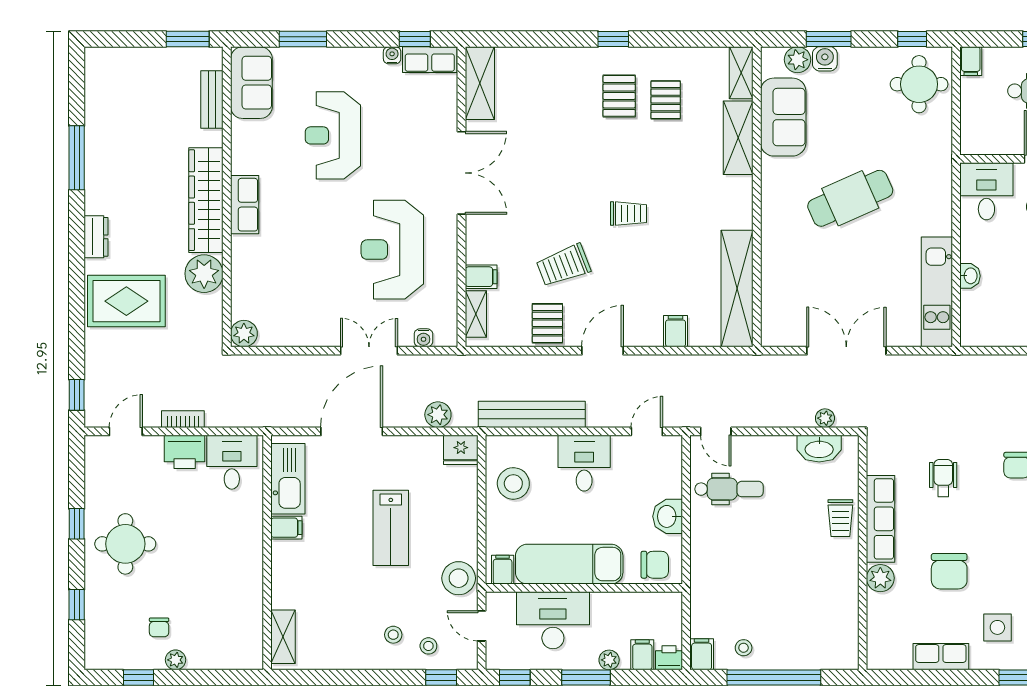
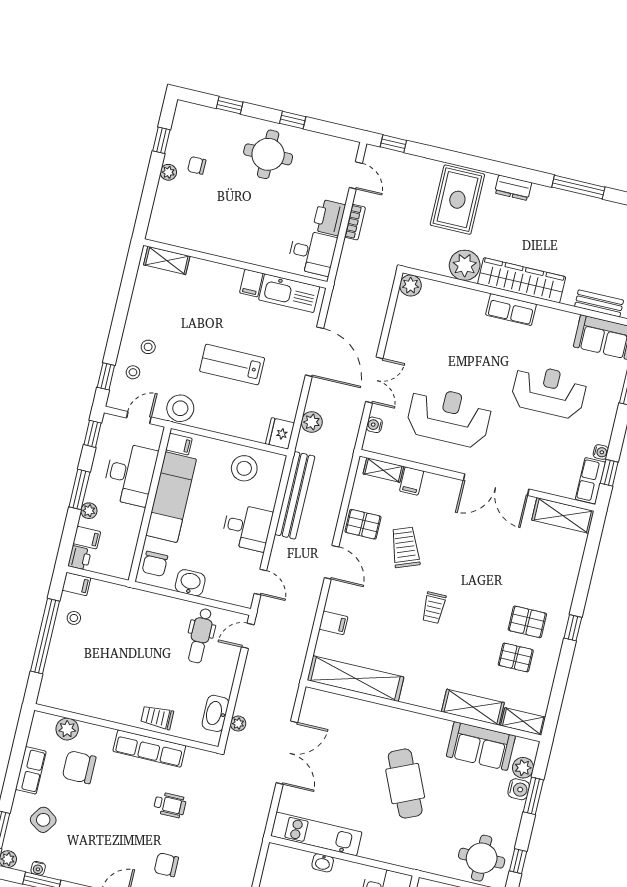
chair: (949, 571) -> (79, 767), moved
plant: (880, 578) -> (67, 729), moved
side table: (997, 627) -> (43, 820), turned 34

